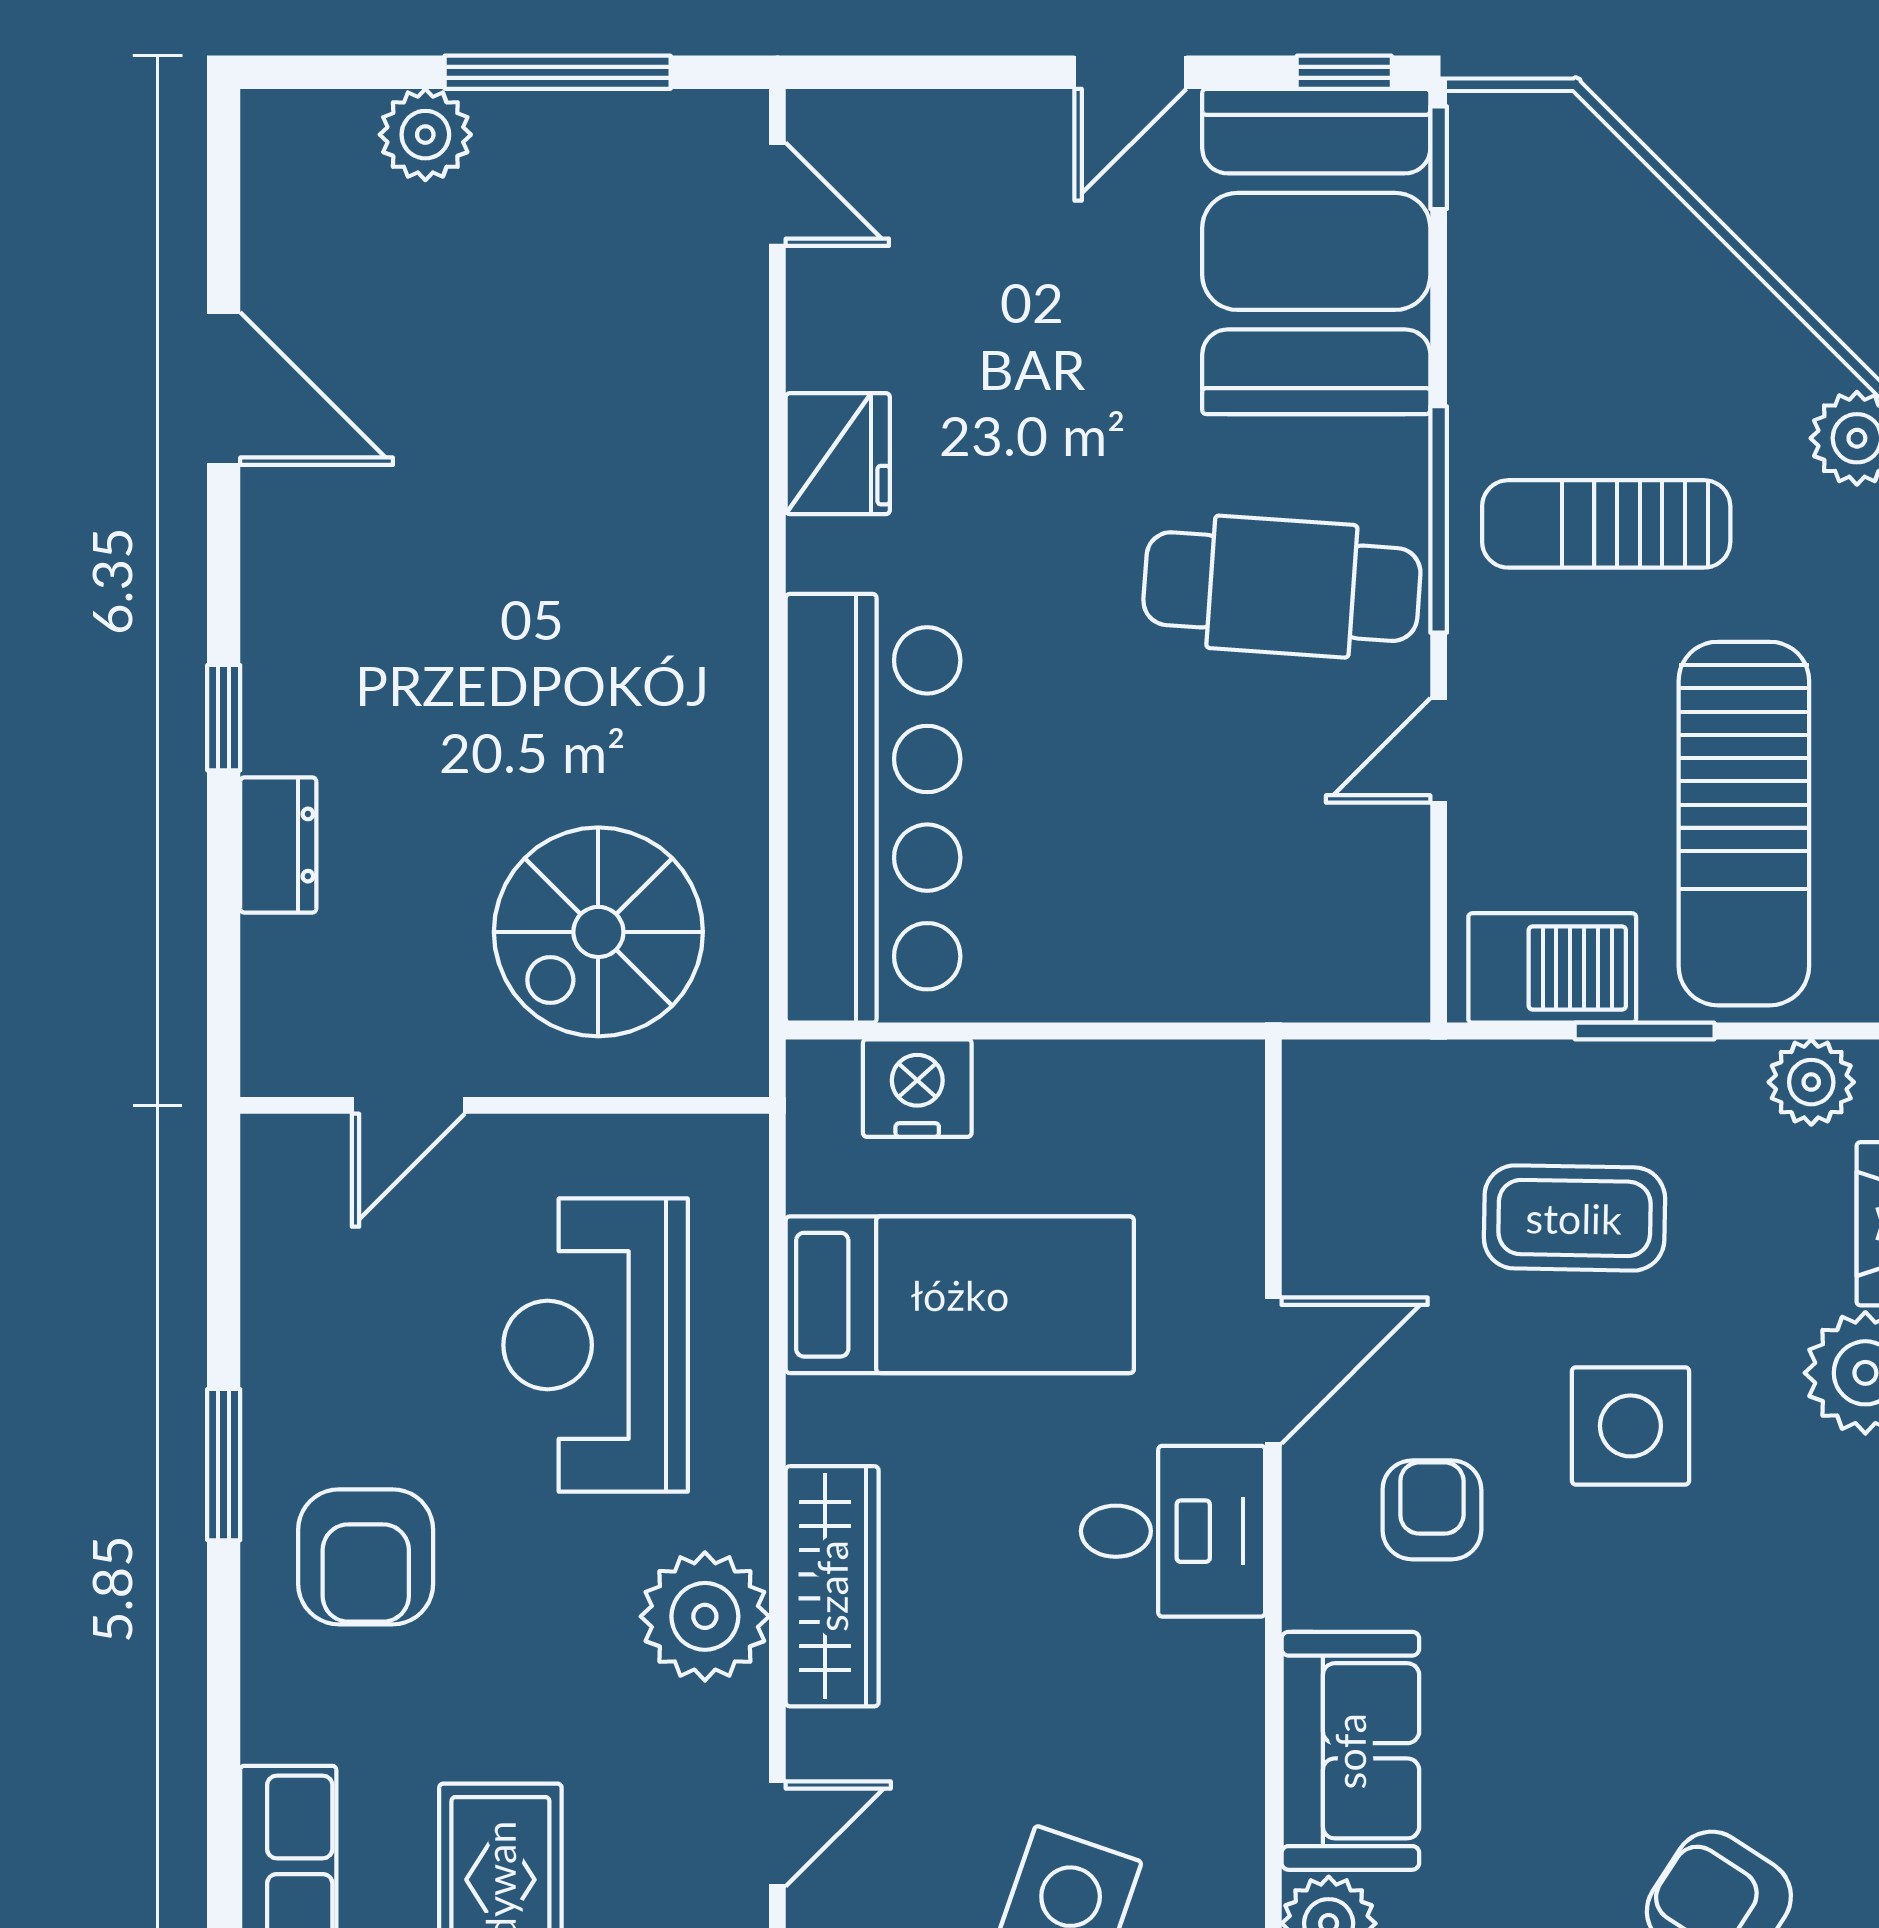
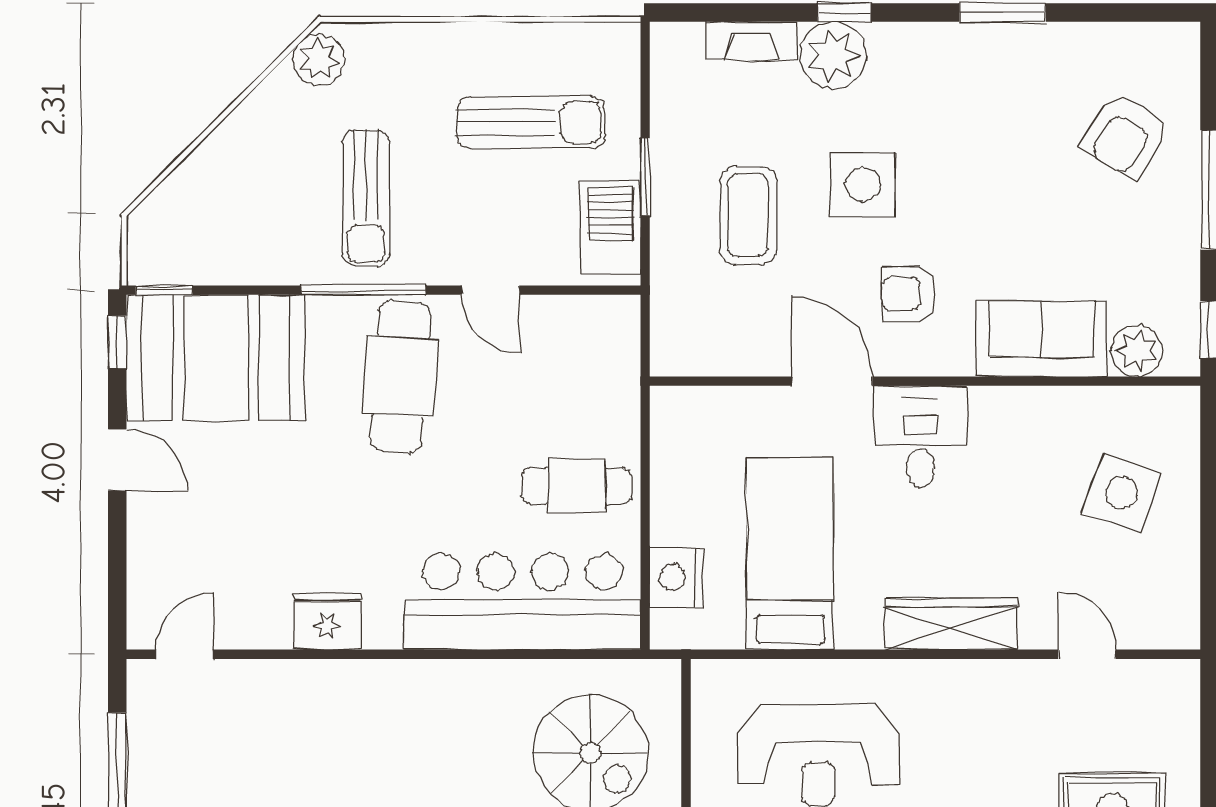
sun lounger: (1744, 824) -> (531, 122), width x0.73, depth x0.75
cafe table: (1083, 907) -> (577, 486), added
plant: (1811, 1082) -> (673, 85), removed
plant: (705, 1616) -> (967, 694), removed

